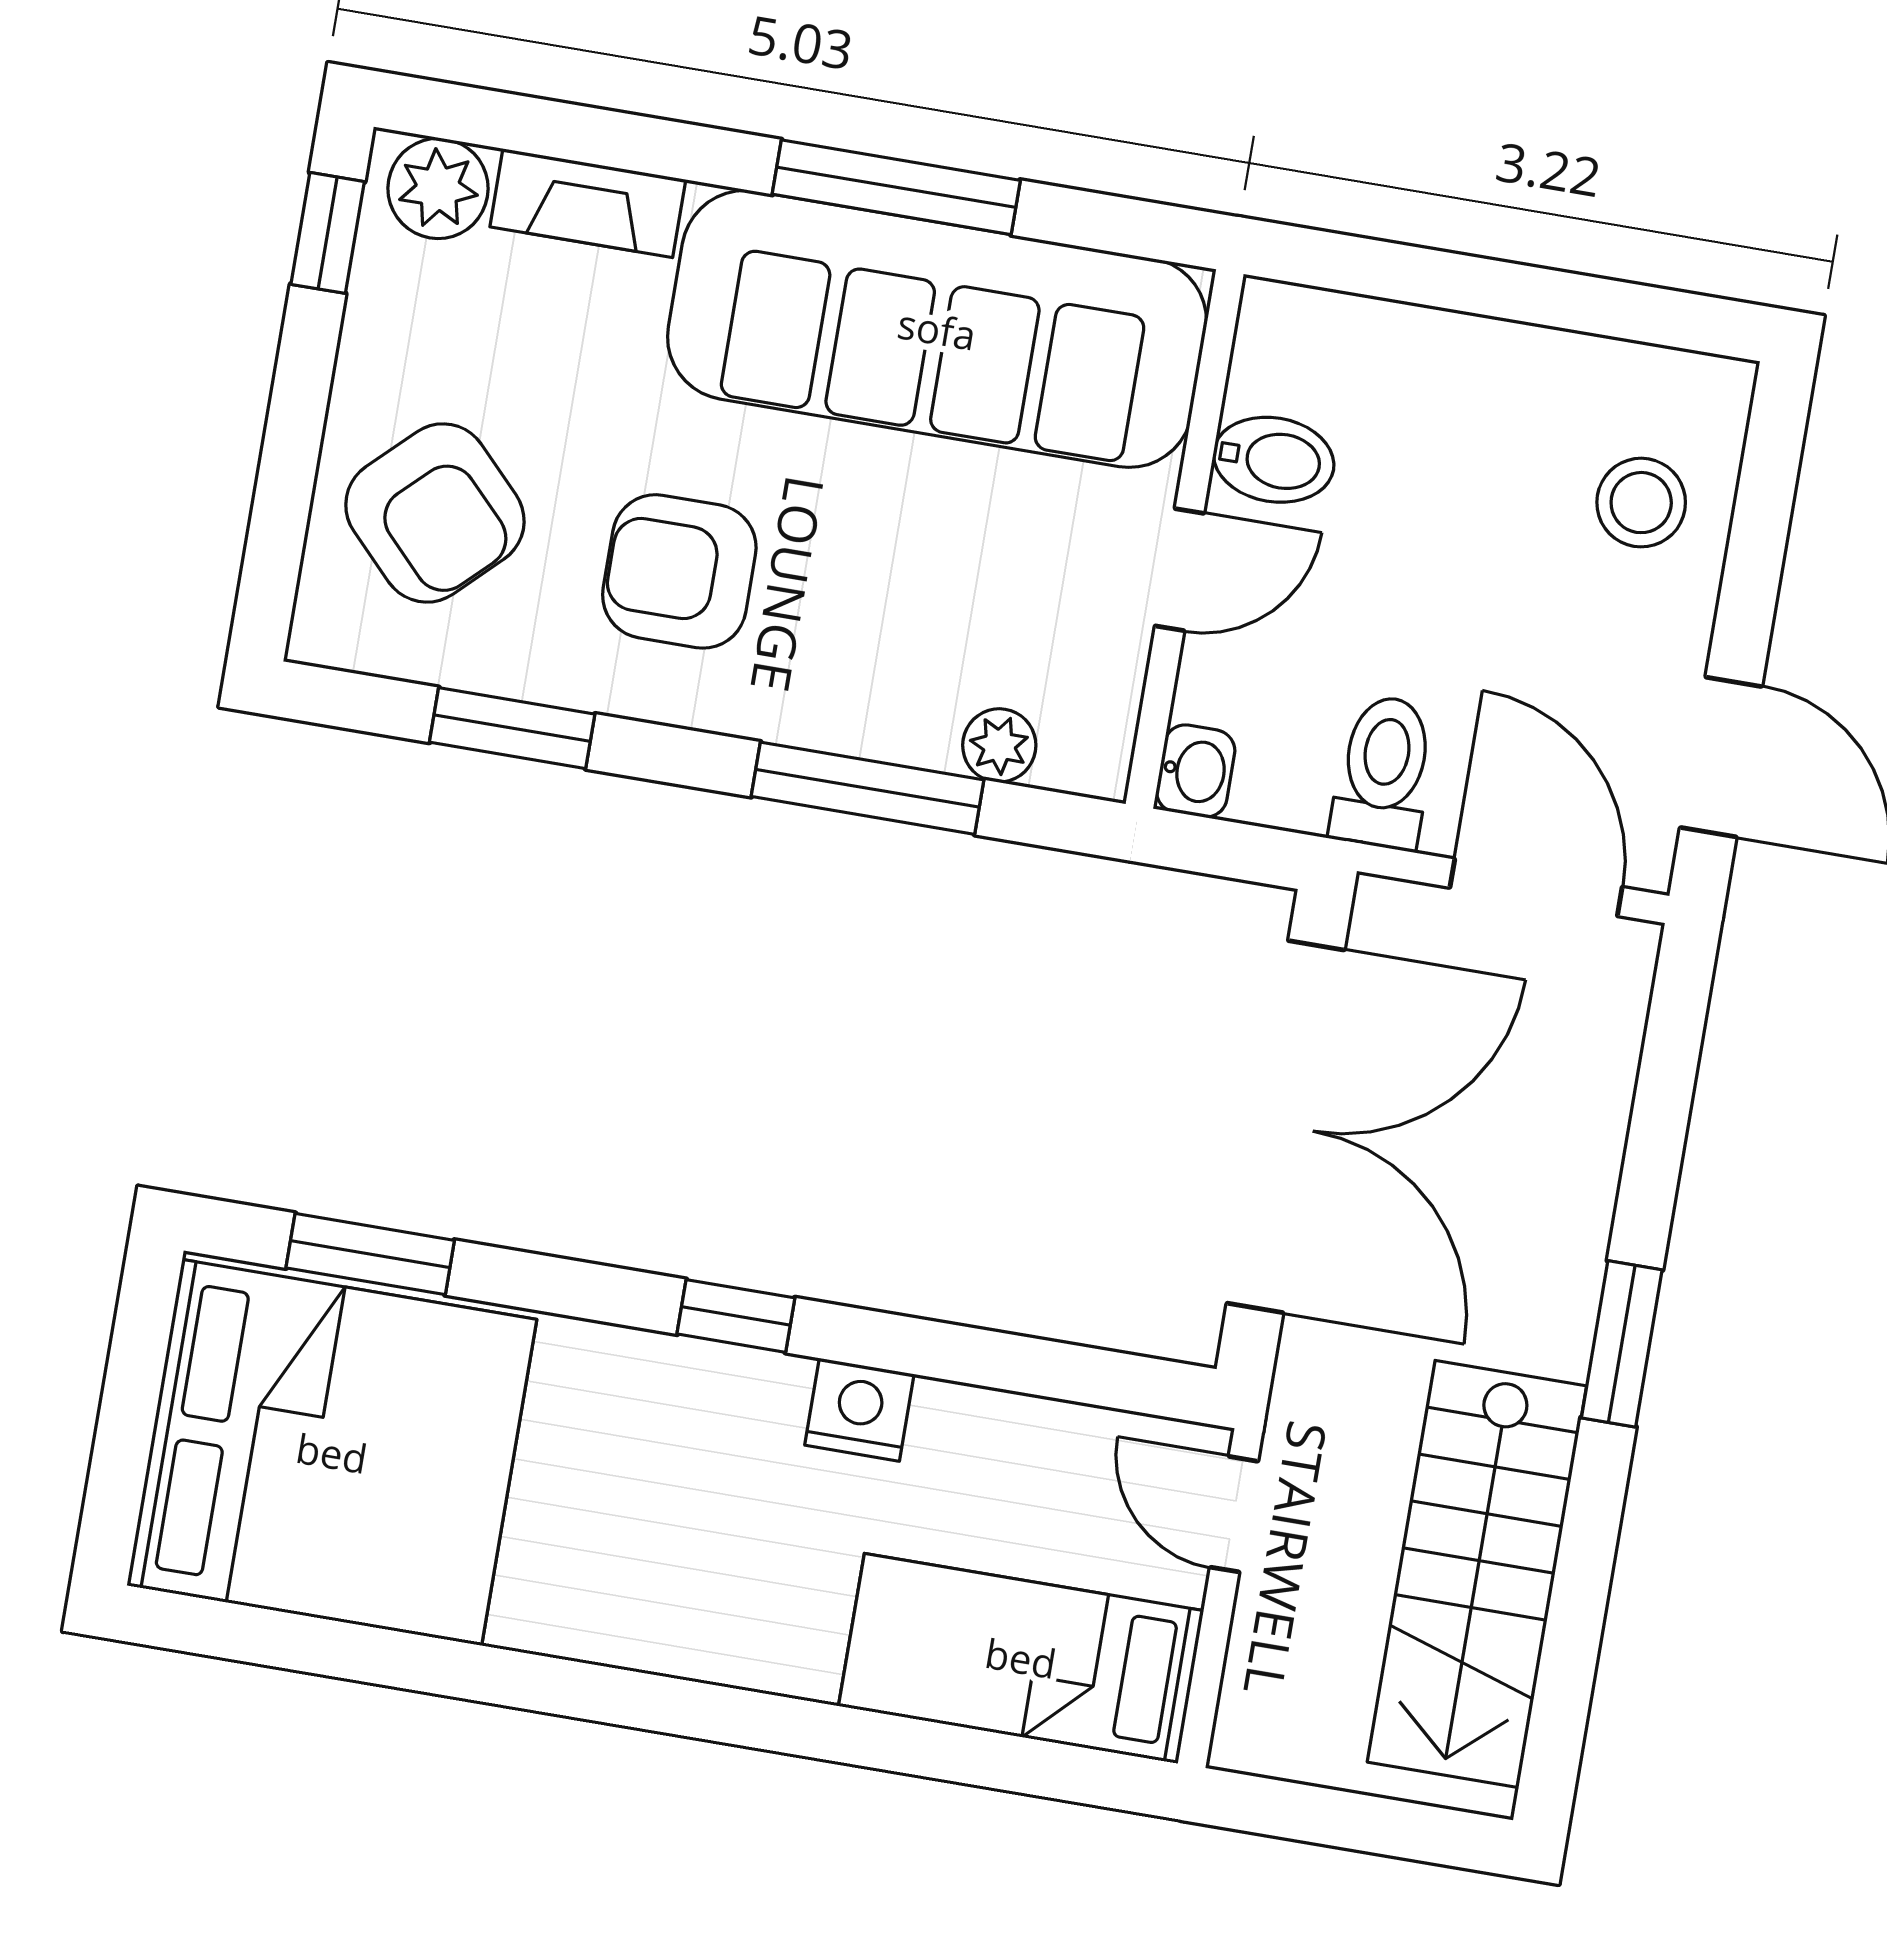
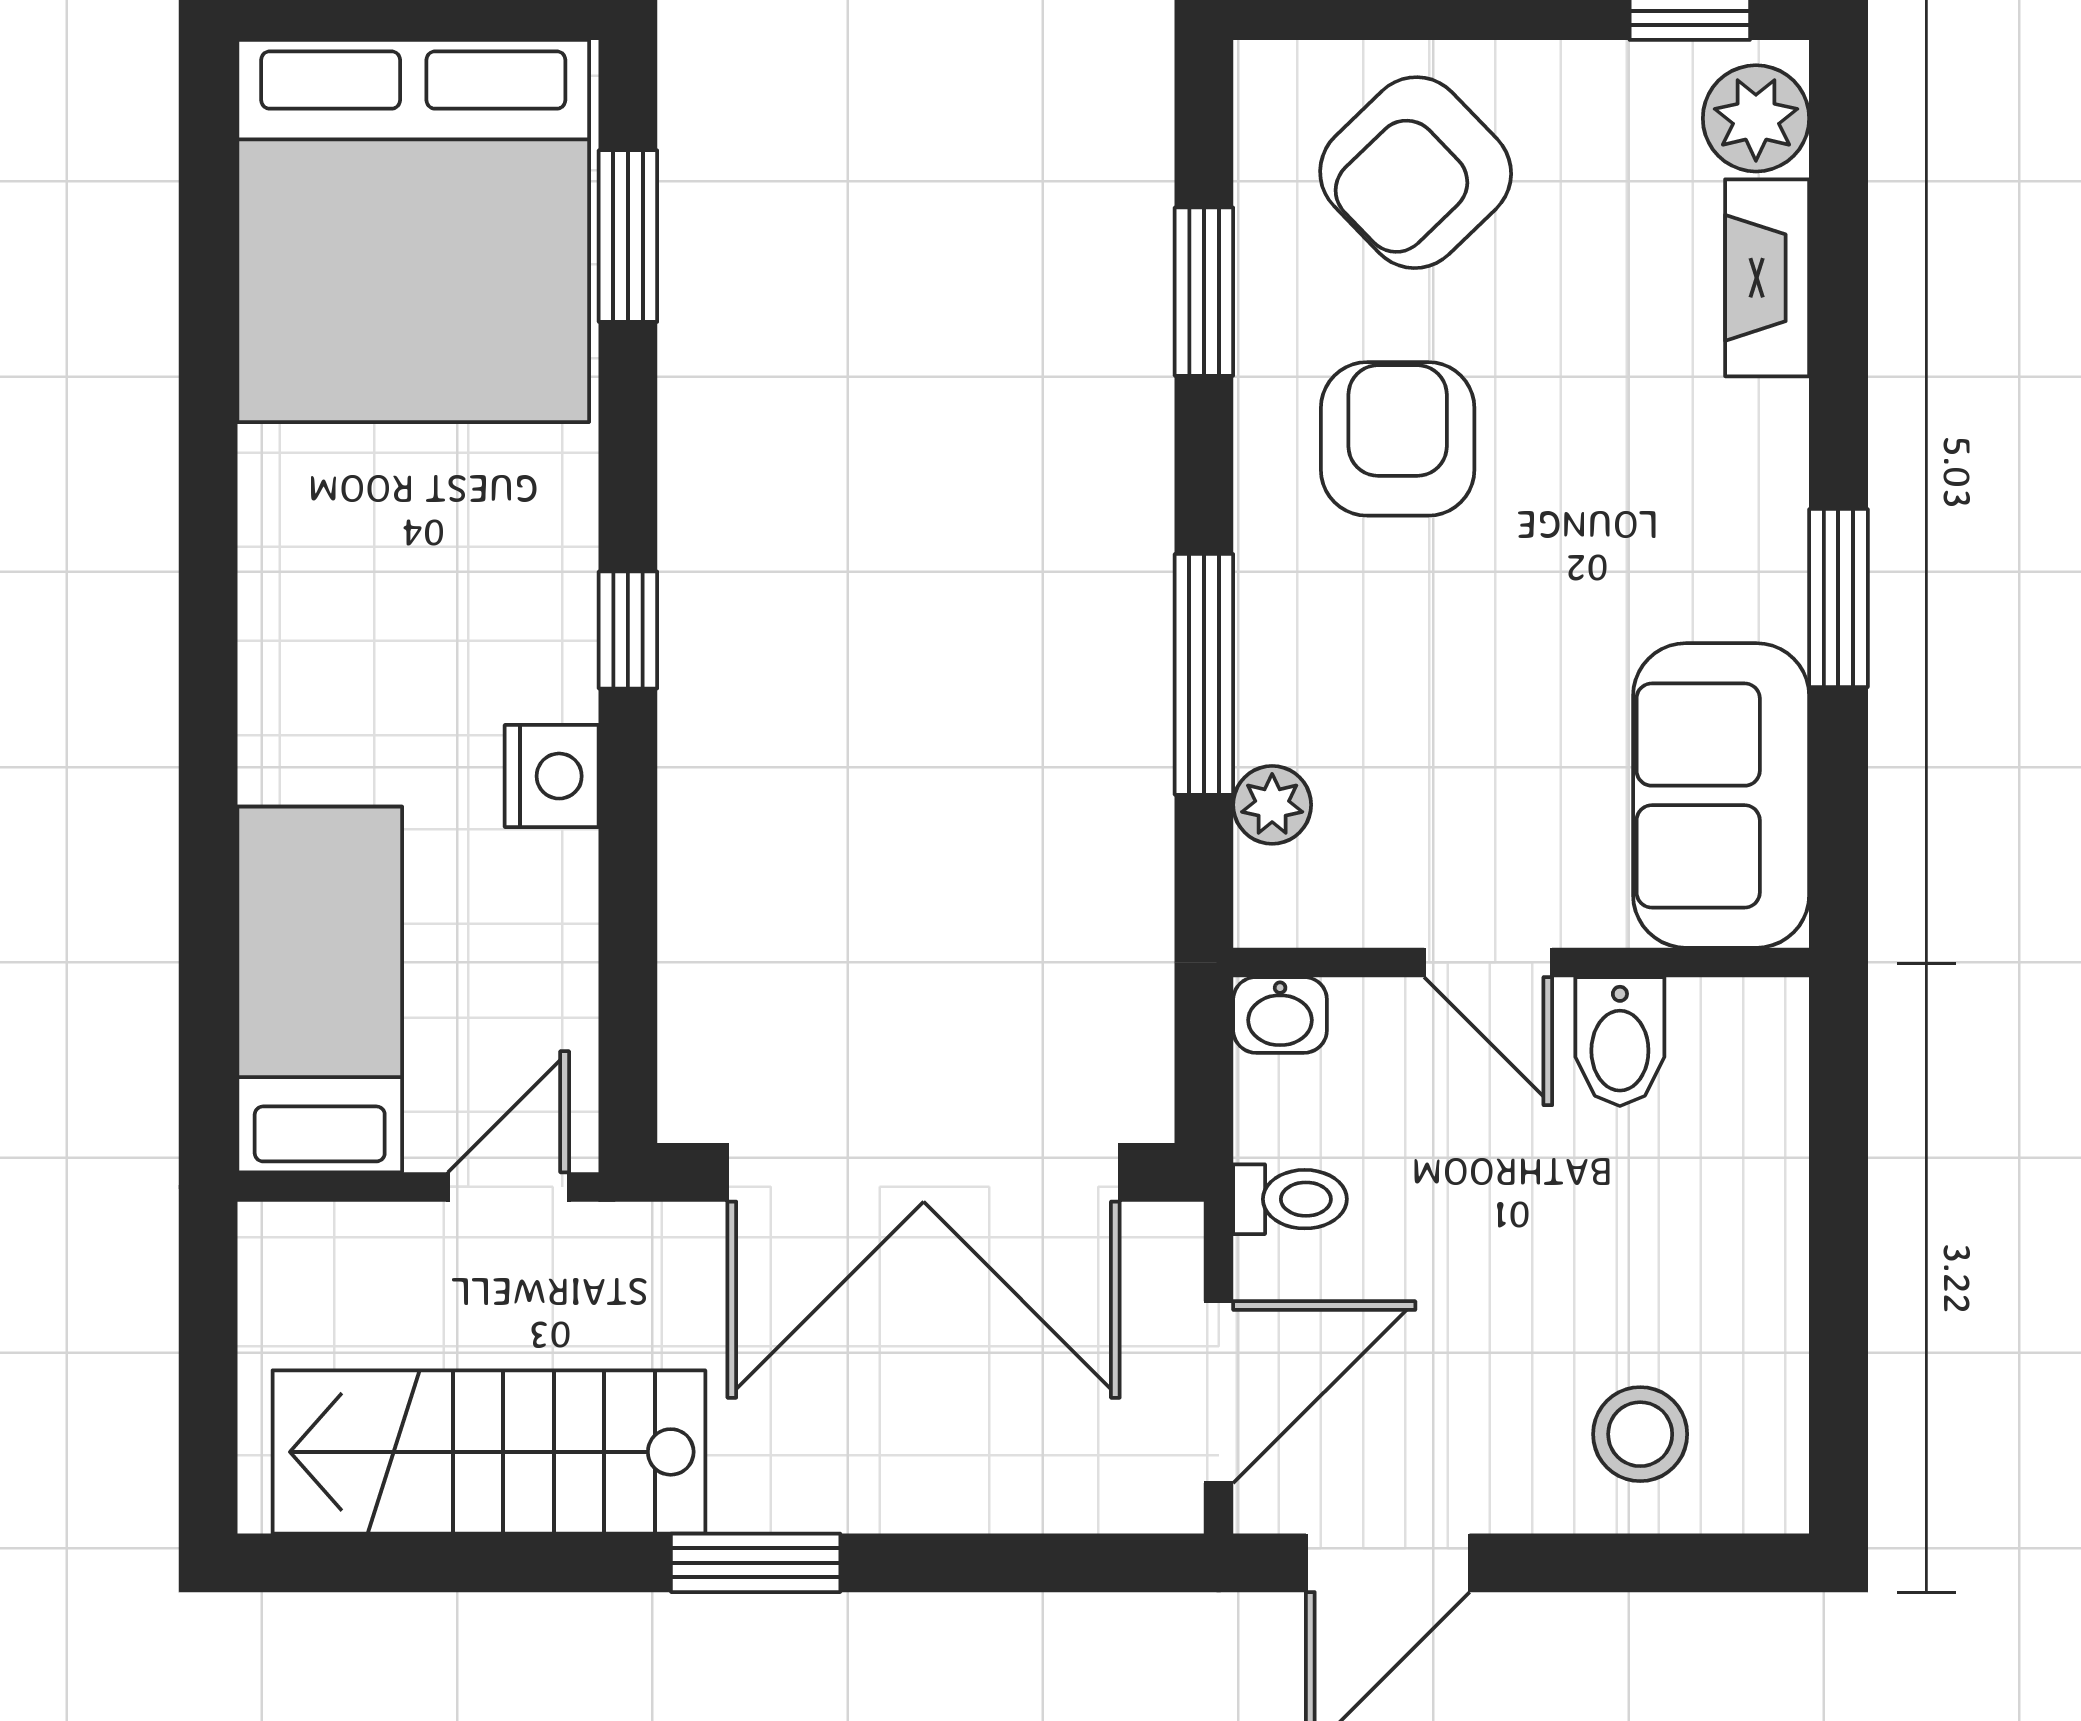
window: (896, 187) -> (1838, 598), width x0.69
sofa: (937, 329) -> (1721, 795), width x0.54, depth x0.79
toilet: (1384, 772) -> (1290, 1199), width x0.73, depth x0.72

